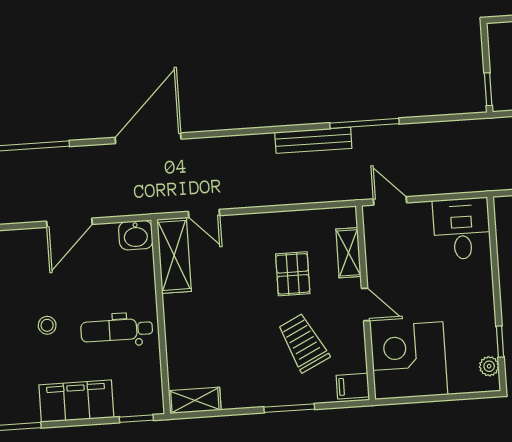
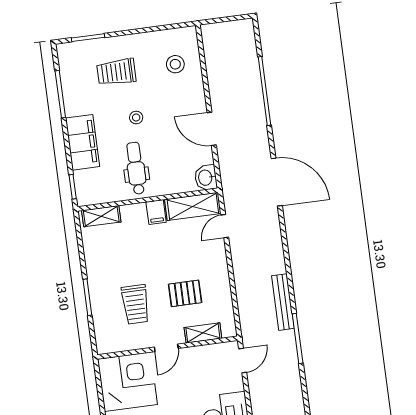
trolley: (303, 343) -> (135, 304), turned 116
filing cabinet: (353, 386) -> (156, 212), moved, turned 180
shelving: (195, 400) -> (101, 216), moved, turned 90

